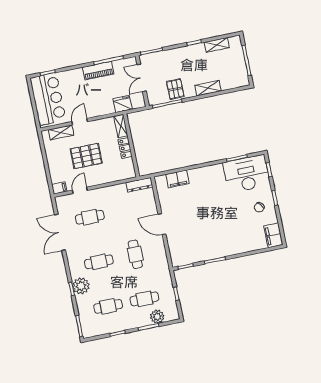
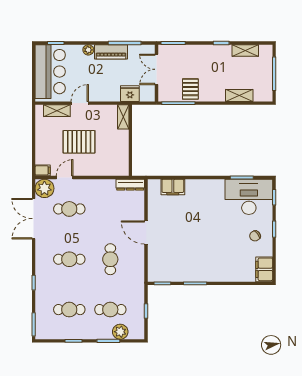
plant: (78, 73) -> (88, 50), added
shelving: (208, 88) -> (239, 95), moved
locker: (125, 148) -> (123, 142), removed
plant: (81, 286) -> (44, 188), moved

